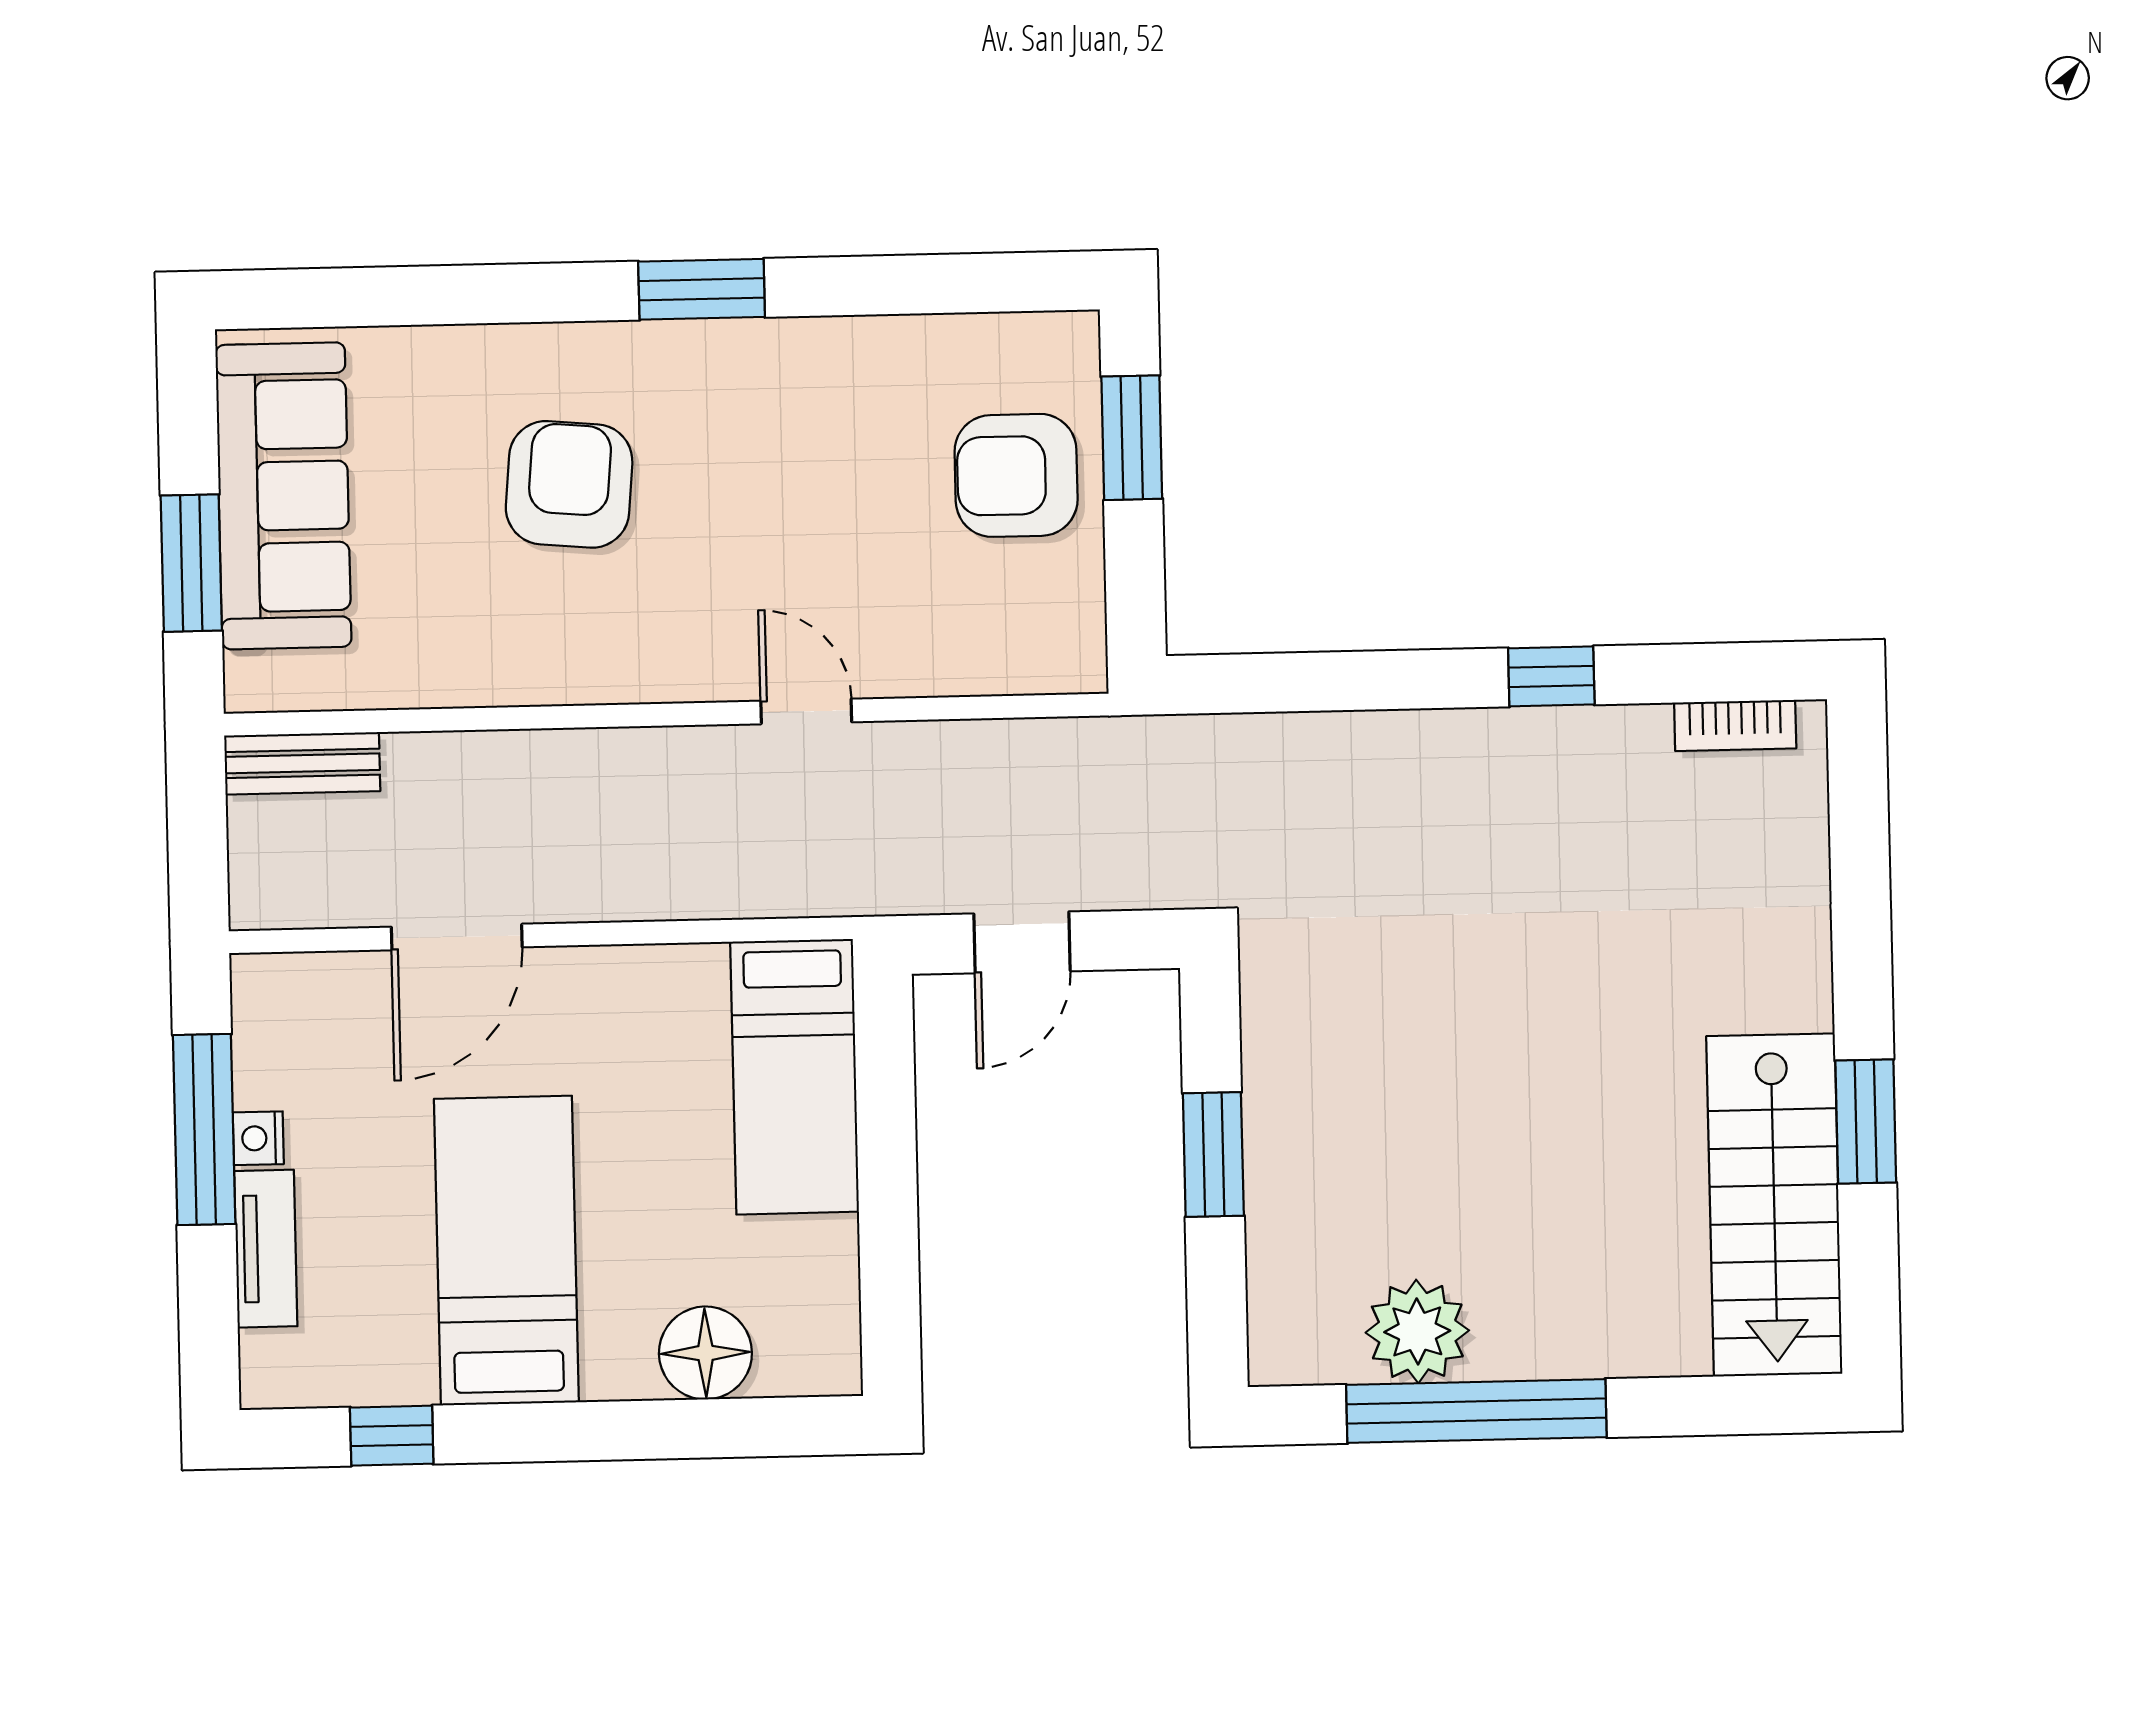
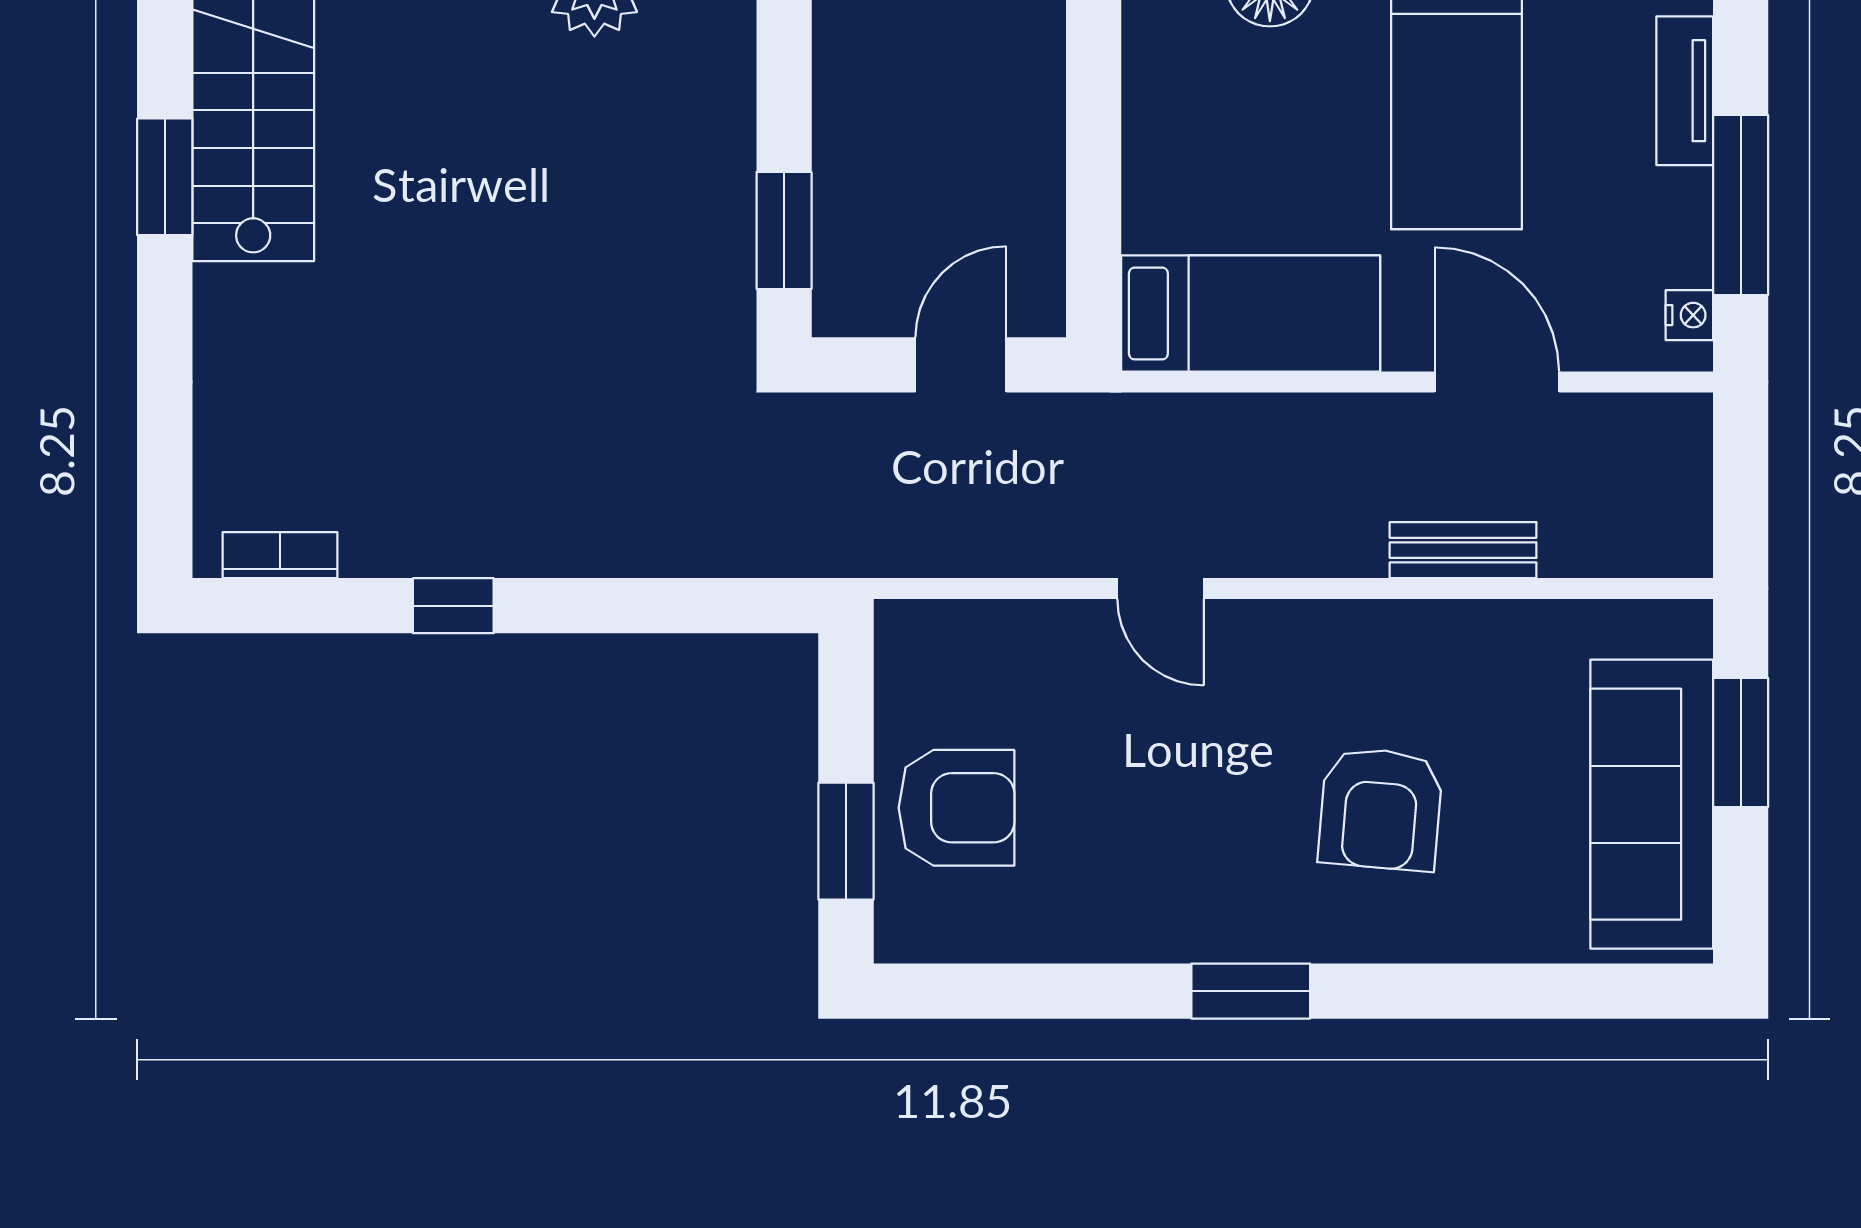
bench: (302, 763) -> (1463, 550), moved
door: (457, 937) -> (1497, 382), hinge flipped
bed: (795, 1077) -> (1251, 314), moved, turned 90
nightstand: (258, 1138) -> (1689, 315), moved
window: (1213, 1155) -> (784, 230), moved

